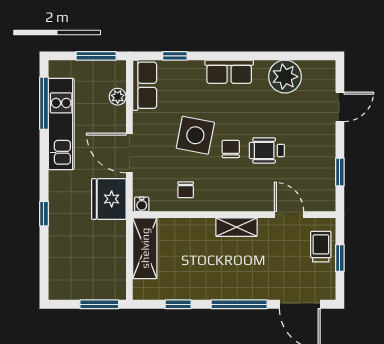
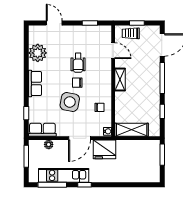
window: (44, 214) -> (85, 185), moved
door: (289, 215) -> (113, 51), swing flipped

